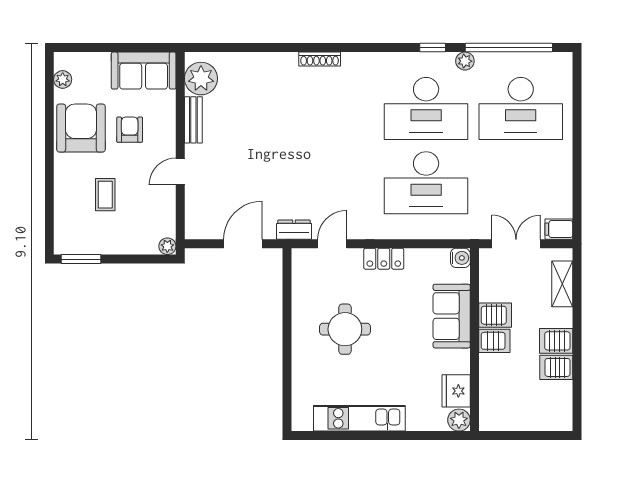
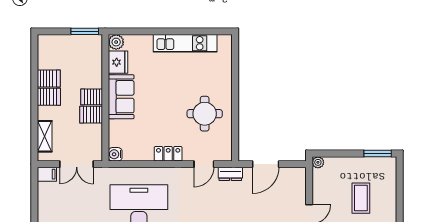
coffee table: (105, 195) -> (361, 198), width x1.36, depth x1.30
sofa: (452, 316) -> (121, 97), moved
round table: (345, 329) -> (205, 114), moved
window: (504, 436) -> (85, 31), added

